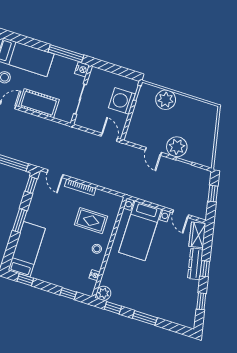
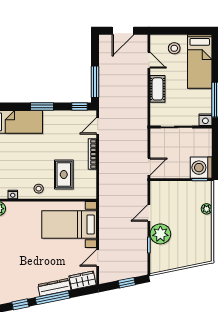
plant: (166, 100) -> (207, 209), width x0.53, depth x0.53
washing machine: (122, 101) -> (201, 168), moved, turned -90
cot: (39, 103) -> (158, 89), width x0.73, depth x0.75
window: (205, 269) -> (52, 298), width x2.17

